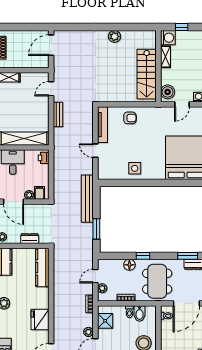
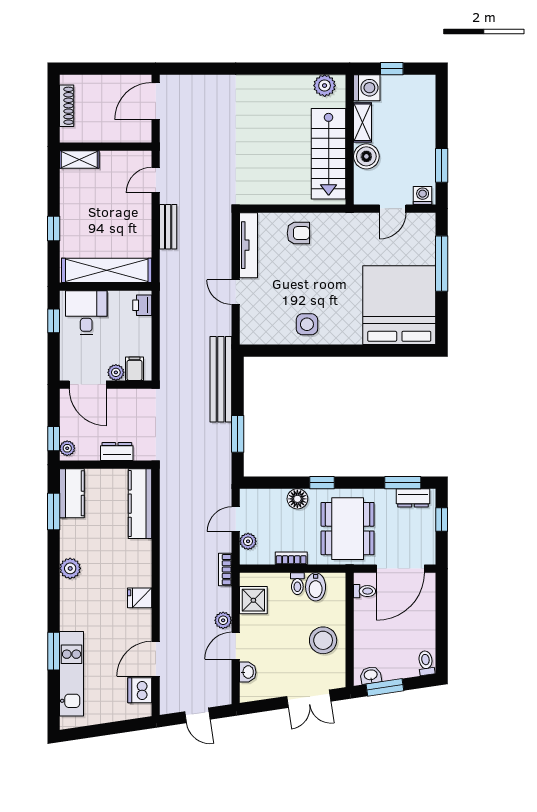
plant: (115, 36) -> (325, 86), moved
boiler: (168, 92) -> (366, 156), moved
fridge: (40, 320) -> (140, 598), width x0.53, depth x0.75

